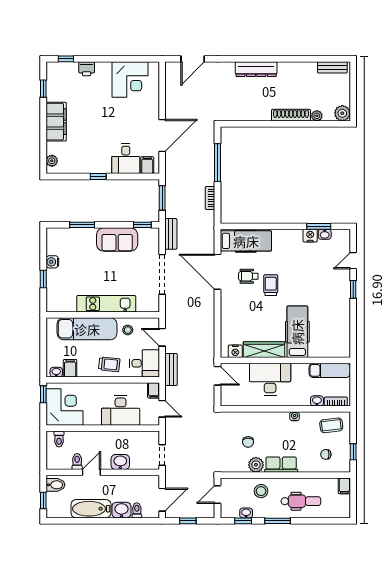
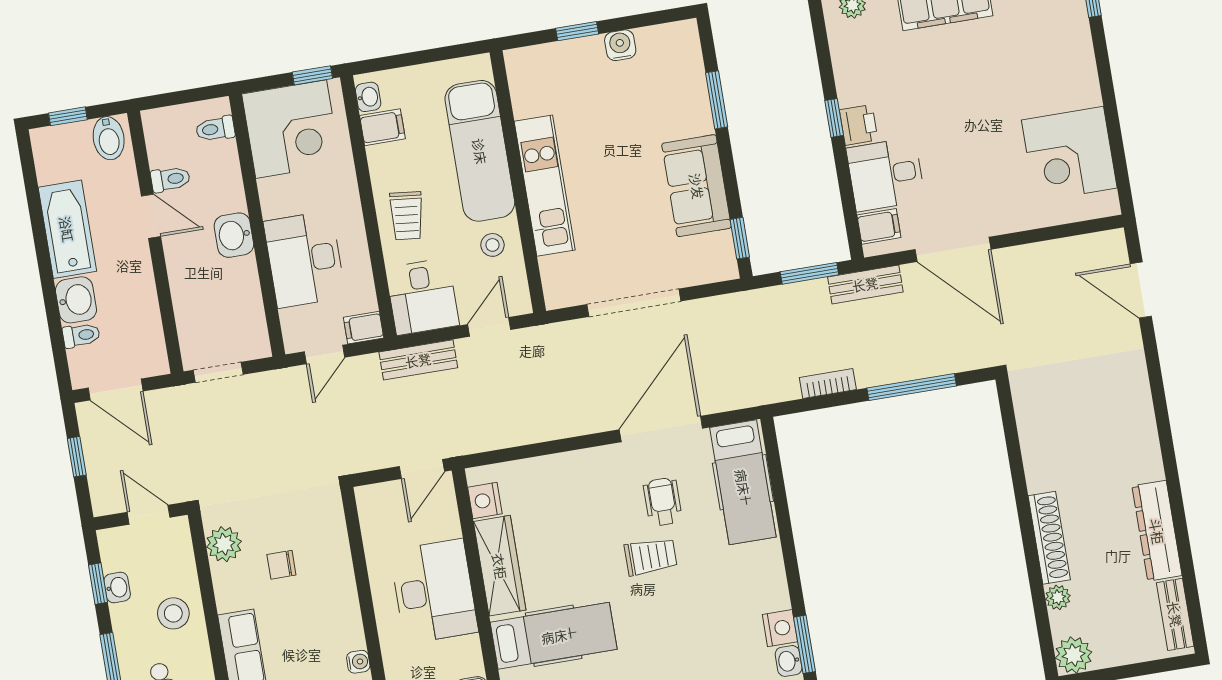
printer: (87, 69) -> (859, 125), moved, turned 180
dresser: (256, 69) -> (1157, 531), moved
bench: (171, 234) -> (865, 284), moved
washbasin: (120, 462) -> (234, 235), moved, turned 180
plant: (256, 465) -> (224, 544), moved

